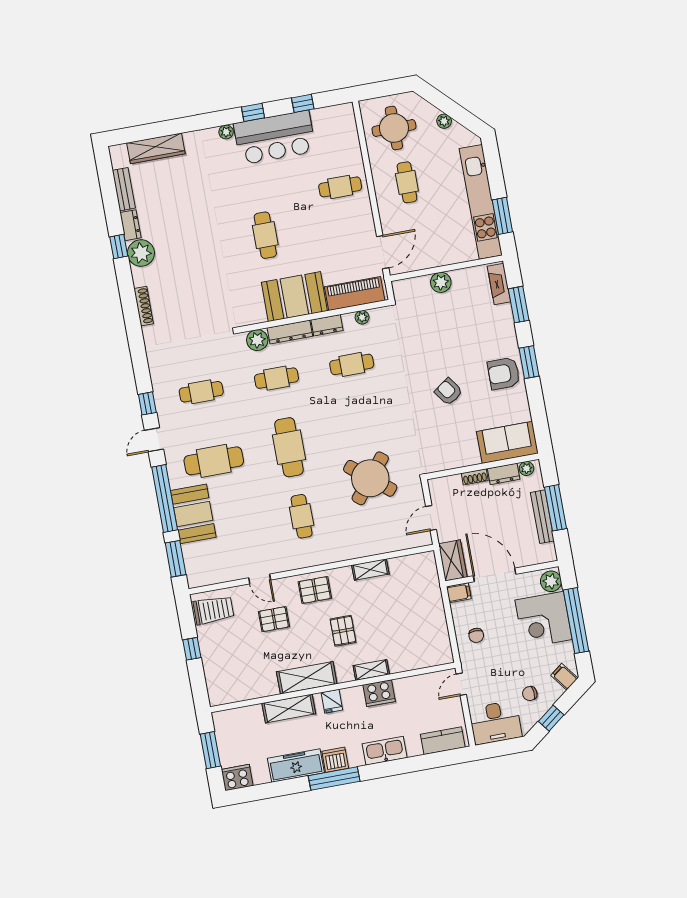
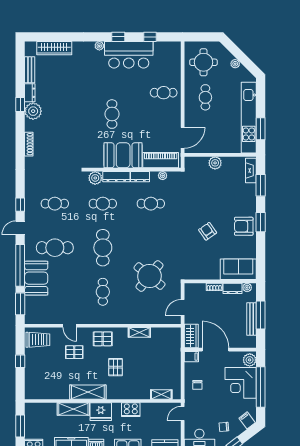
shelving: (371, 670) -> (161, 394), moved
fridge: (332, 701) -> (101, 412), width x1.88, depth x1.34

